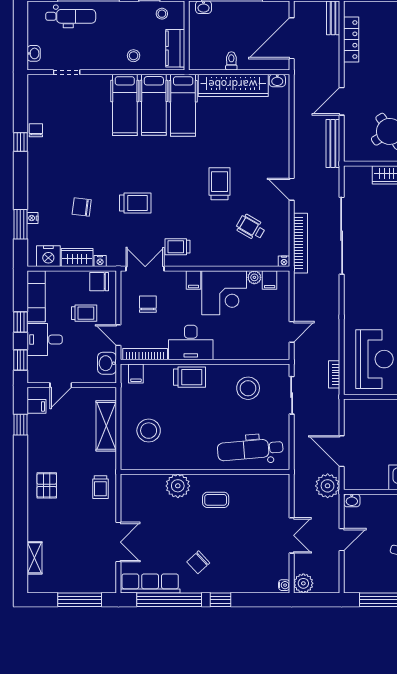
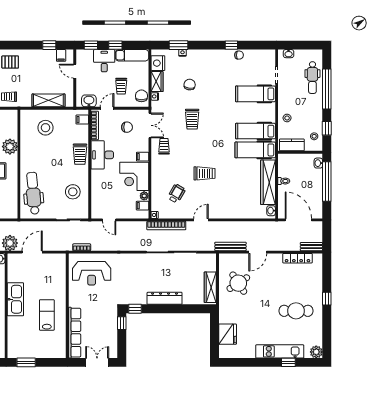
door: (342, 101) -> (258, 252), swing flipped
hospital bed: (125, 105) -> (255, 94), moved

